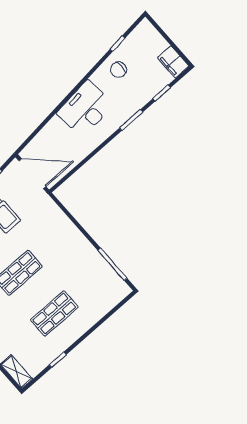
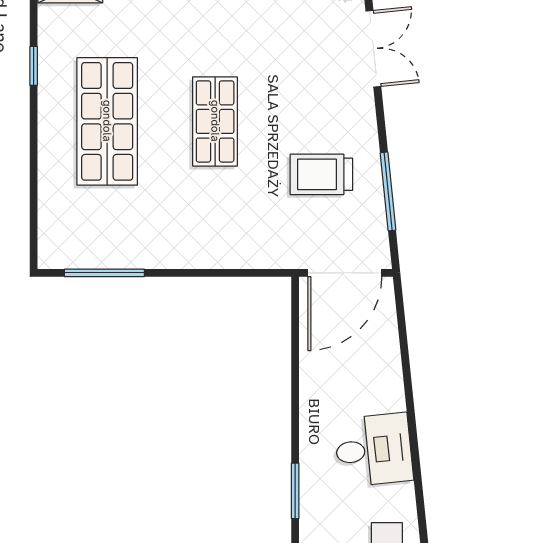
desk: (85, 109) -> (374, 450), width x0.73
shop shelf: (54, 313) -> (107, 121), width x1.43, depth x1.36

